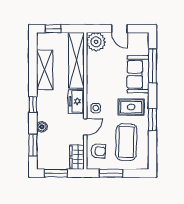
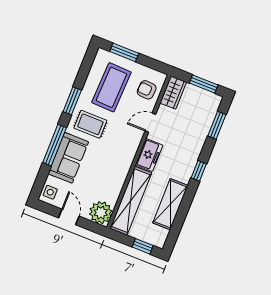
window: (152, 66) -> (55, 145), moved
side table: (96, 108) -> (50, 192), moved
boiler: (42, 127) -> (199, 142), removed
window: (111, 173) -> (124, 52), moved

